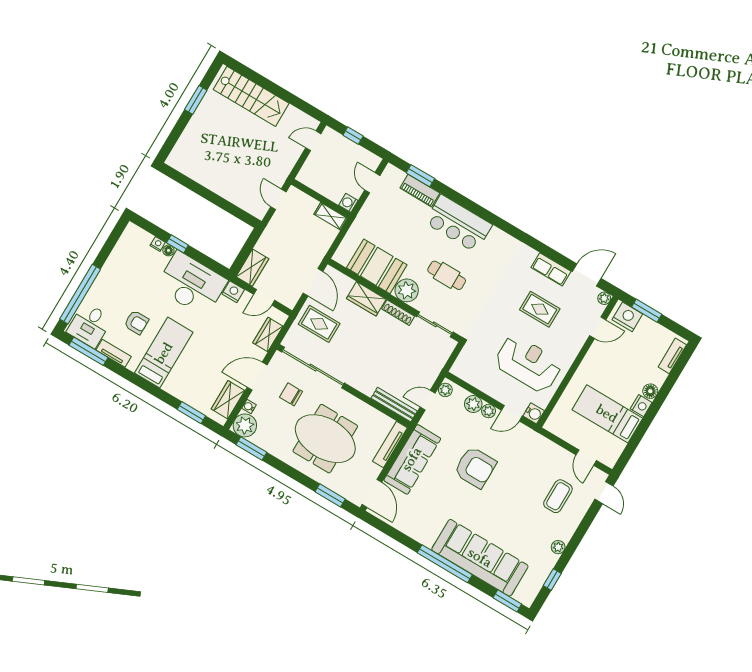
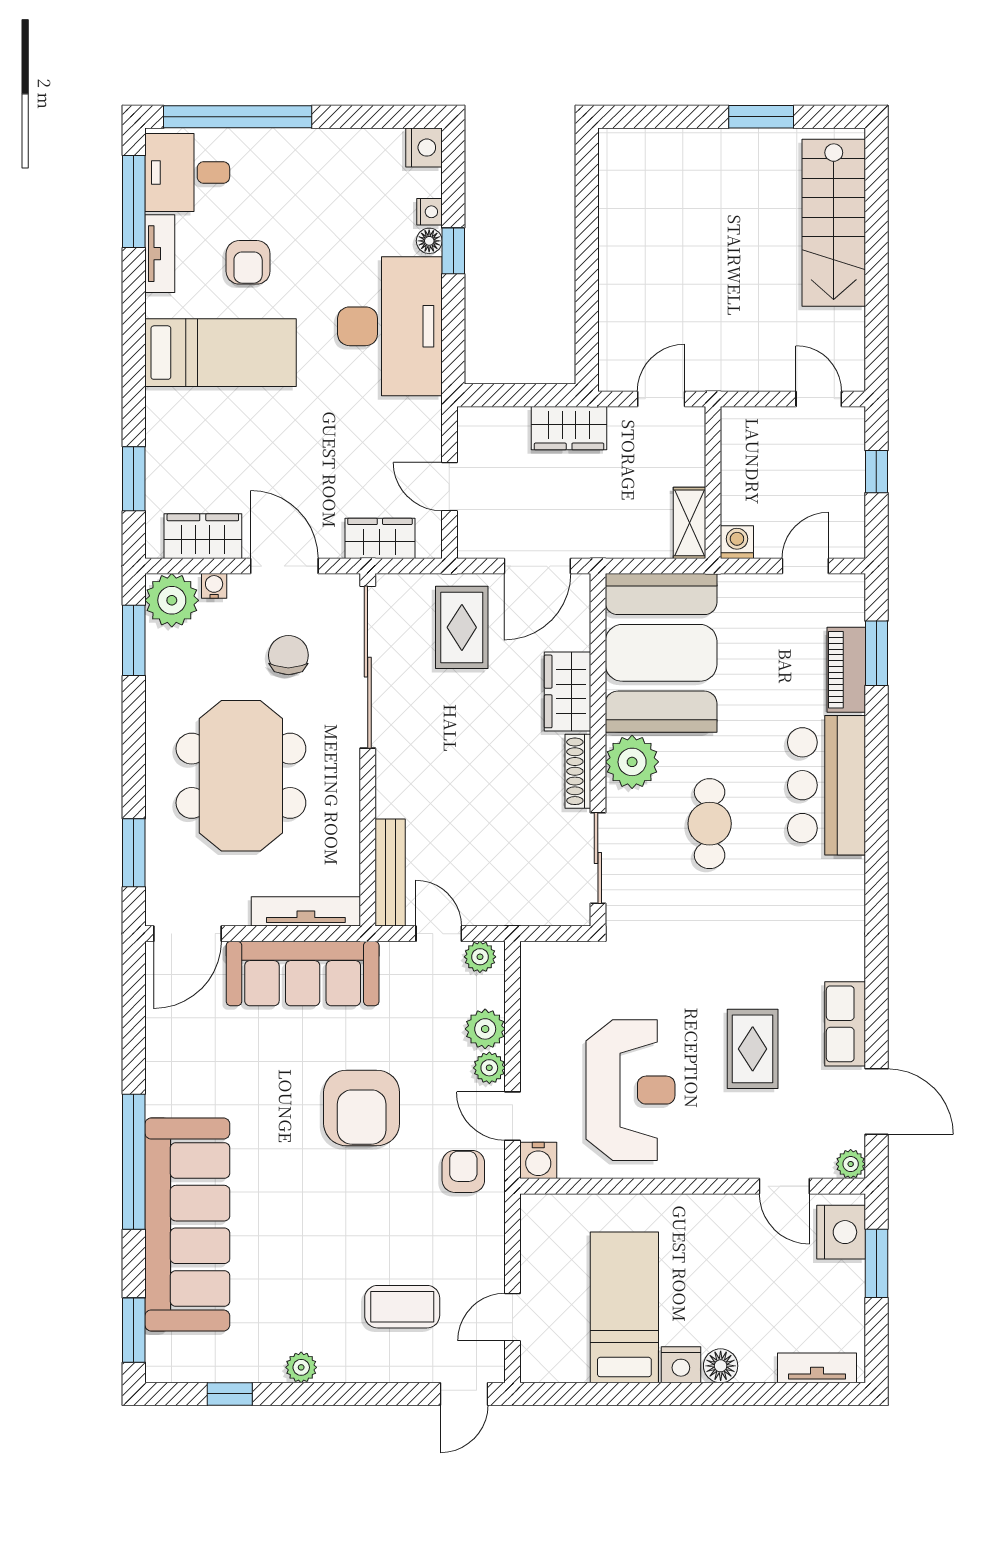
booth: (377, 266) -> (661, 653), width x1.36, depth x1.42
wardrobe: (252, 268) -> (569, 428), moved
nightstand: (233, 292) -> (424, 148), moved
armchair: (521, 444) -> (463, 1171), added

